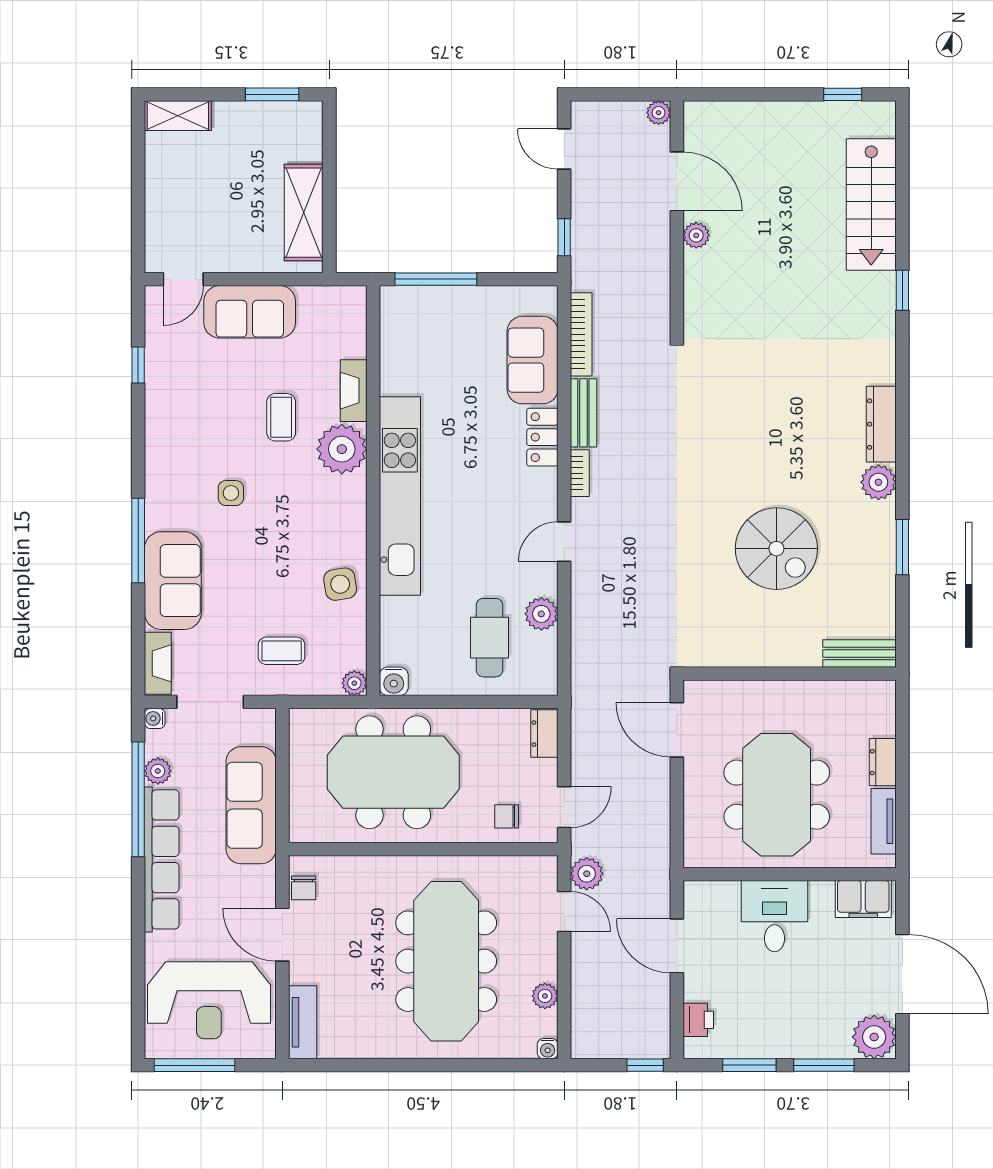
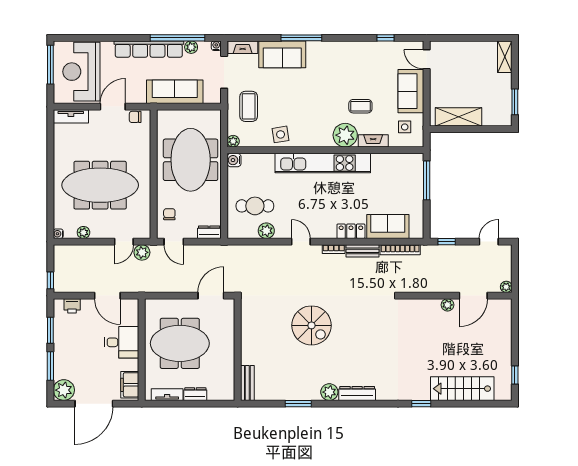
side table: (231, 493) -> (405, 127), moved
spiral stairs: (776, 549) -> (311, 325), moved, turned -90
coffee table: (282, 651) -> (249, 106), width x1.36, depth x1.30
door: (677, 946) -> (107, 296), swing flipped

